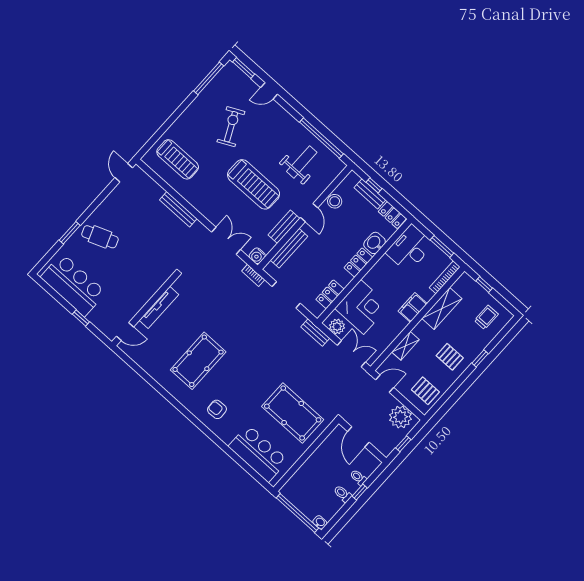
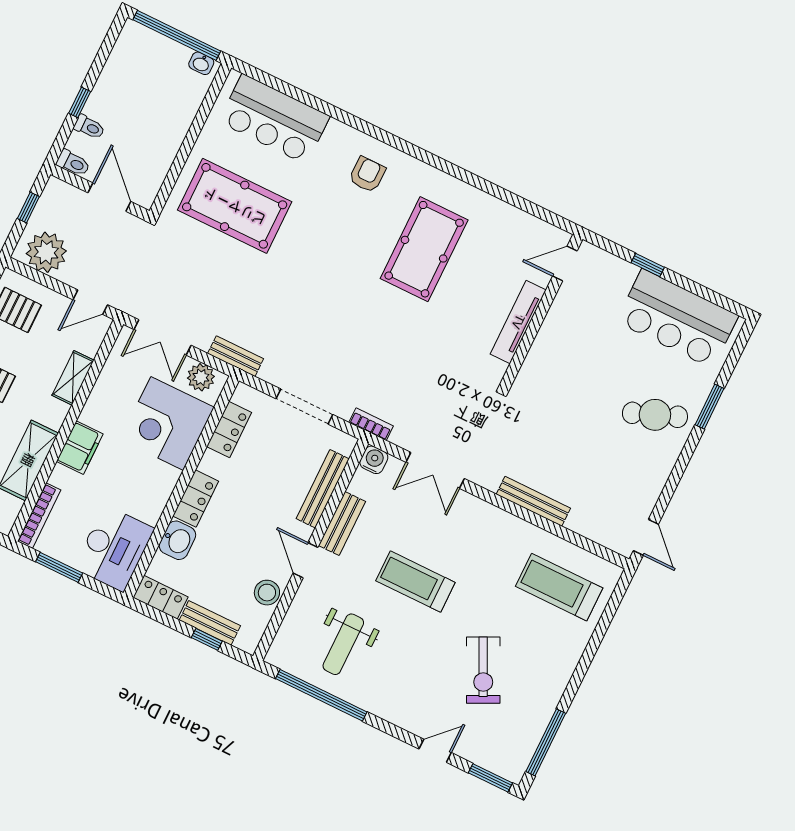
treadmill: (254, 184) -> (415, 582), width x0.73, depth x0.73
armchair: (217, 409) -> (367, 175), turned -88
toilet: (343, 494) -> (73, 163), moved
washbasin: (320, 522) -> (201, 63), moved

